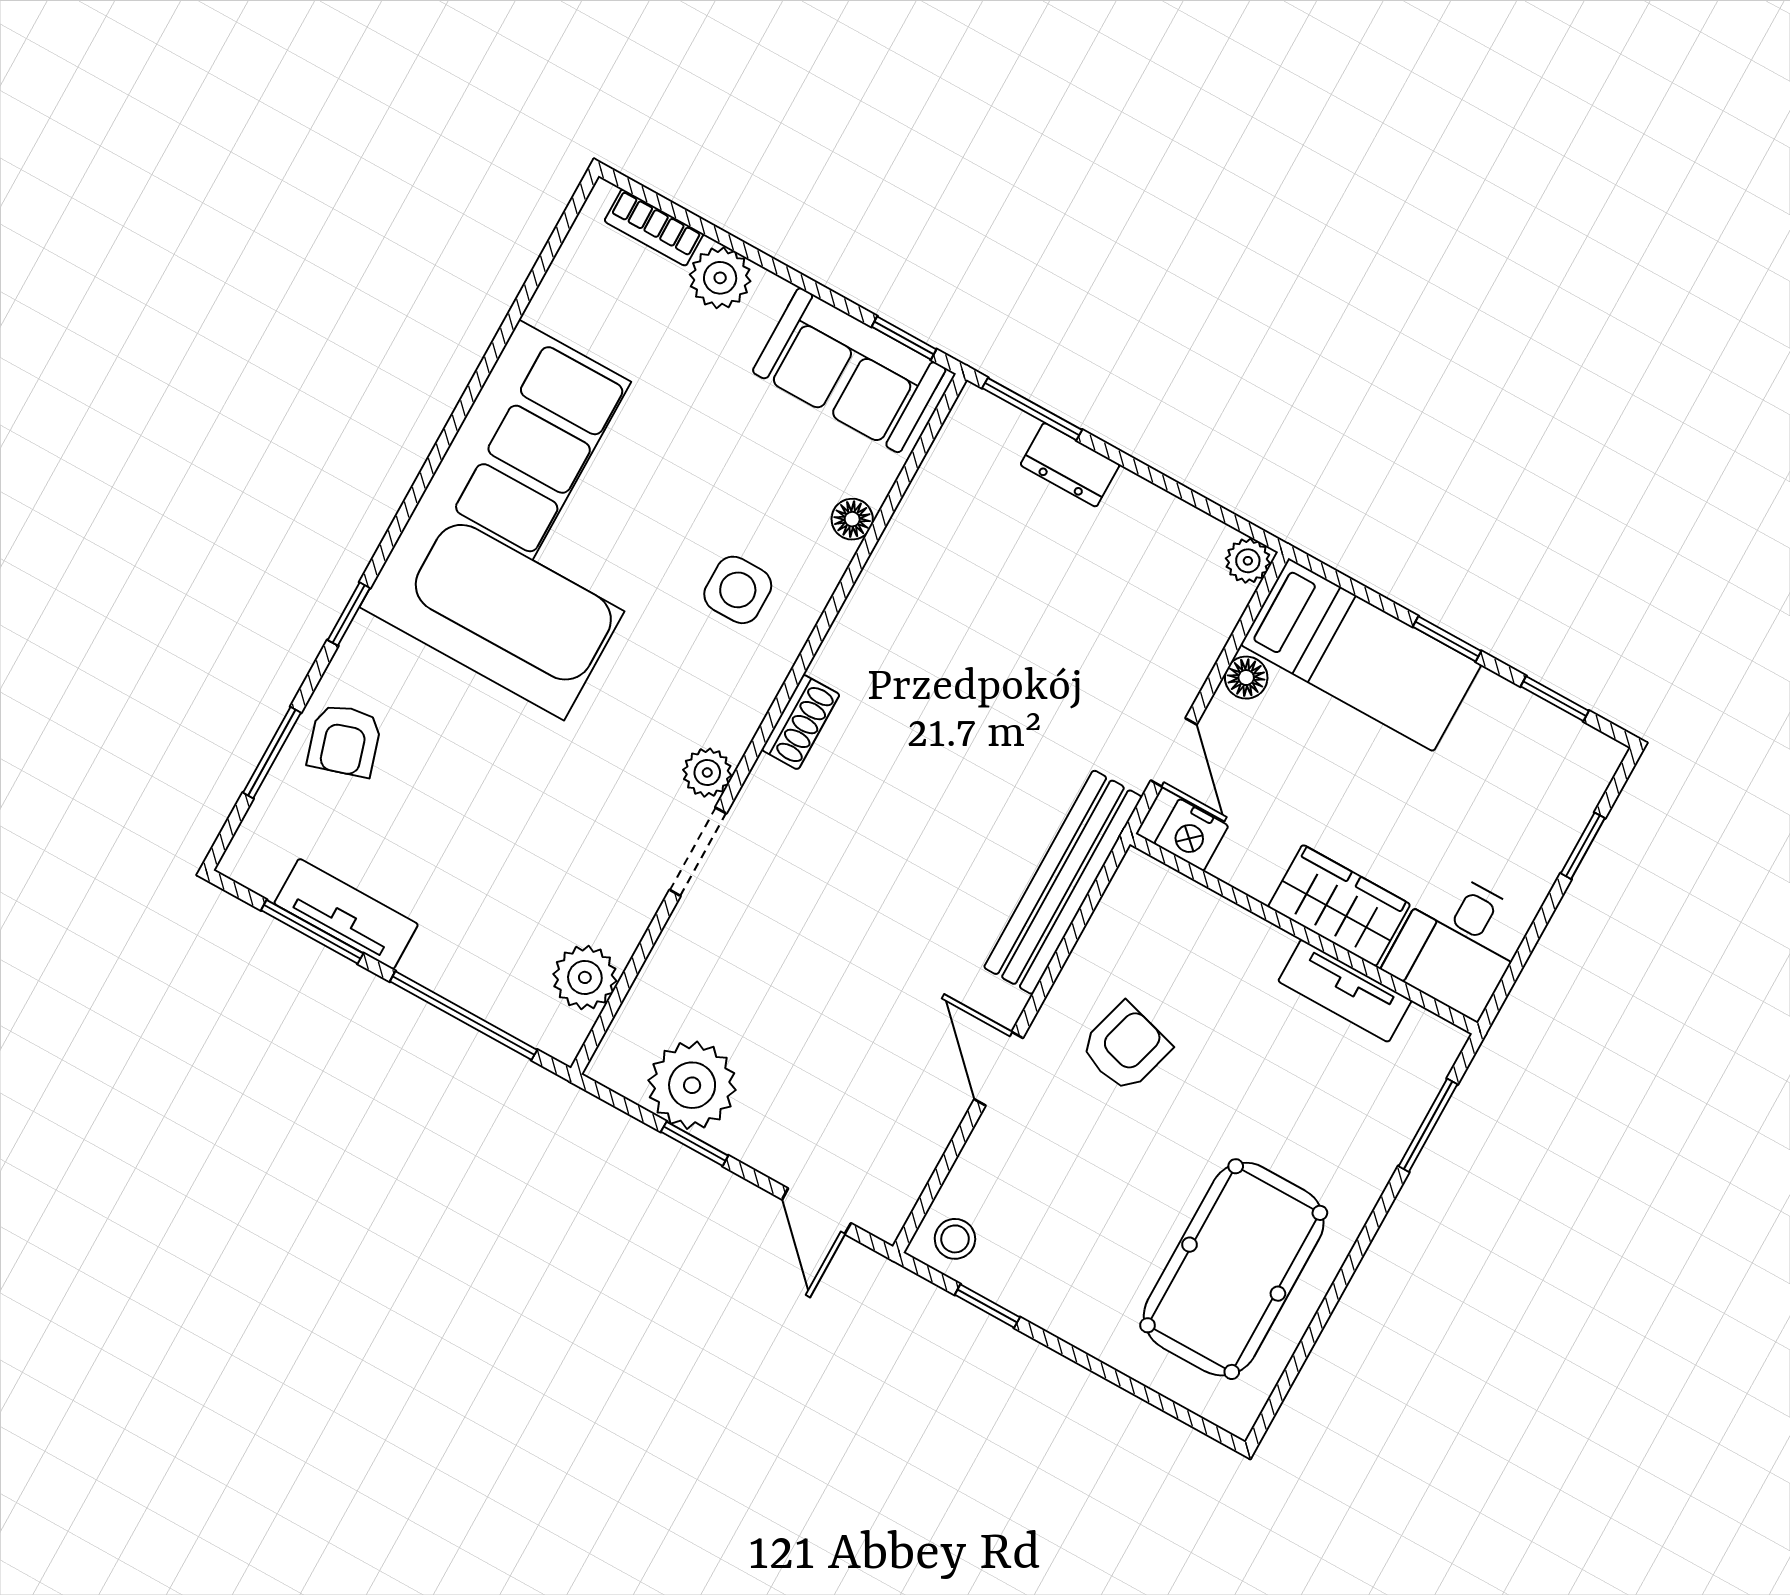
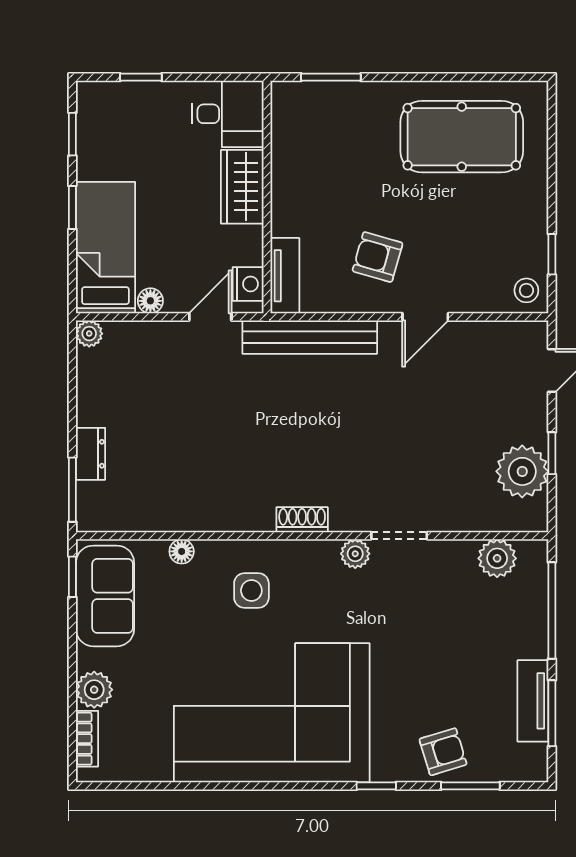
tv unit: (1345, 991) -> (285, 276), moved

